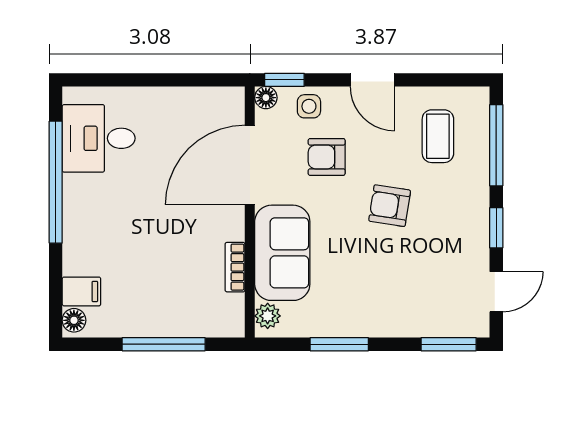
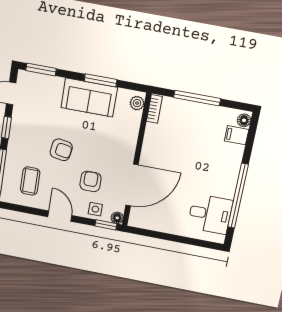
armchair: (327, 157) -> (90, 181), turned -90
sofa: (282, 253) -> (89, 97), moved, turned -90
bookcase: (235, 267) -> (154, 109), moved

